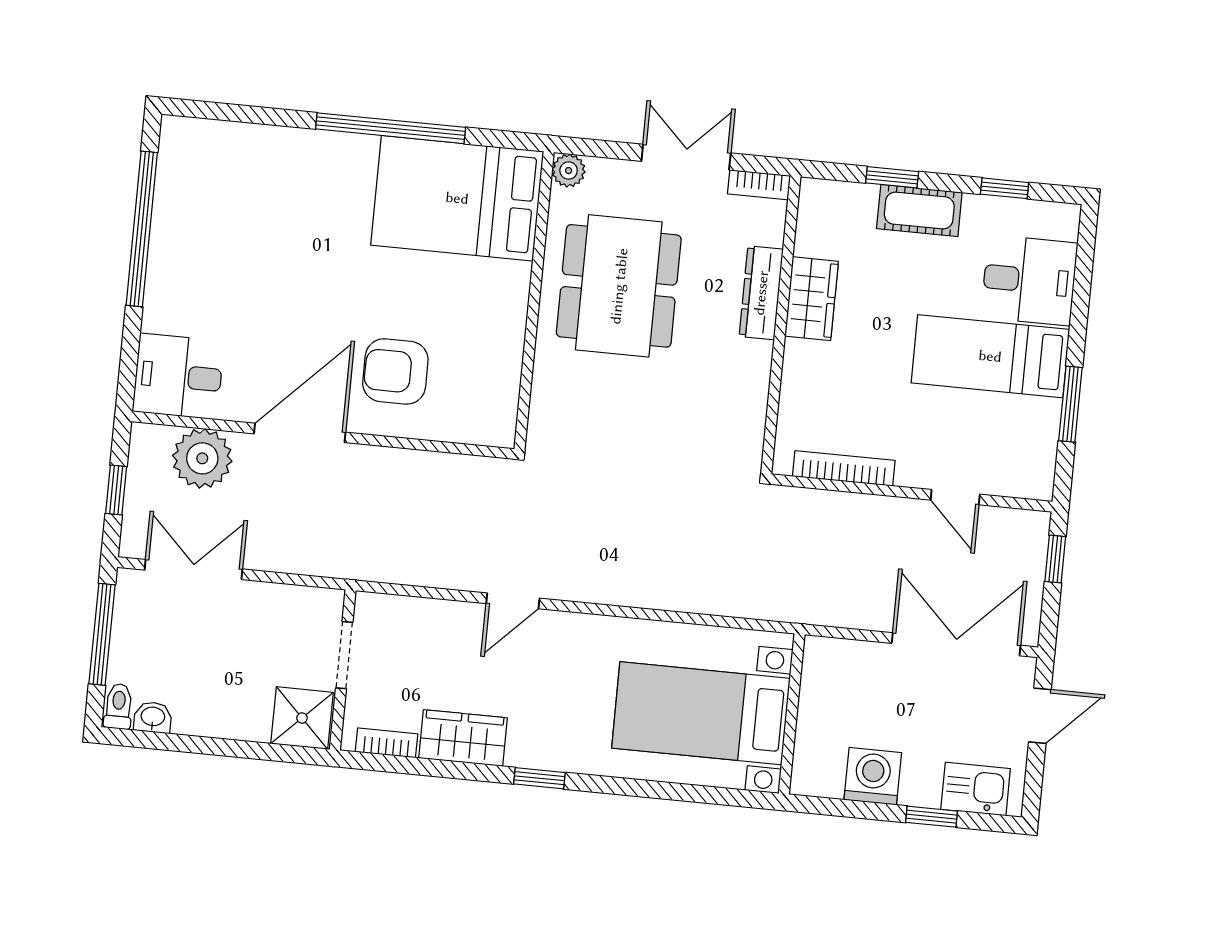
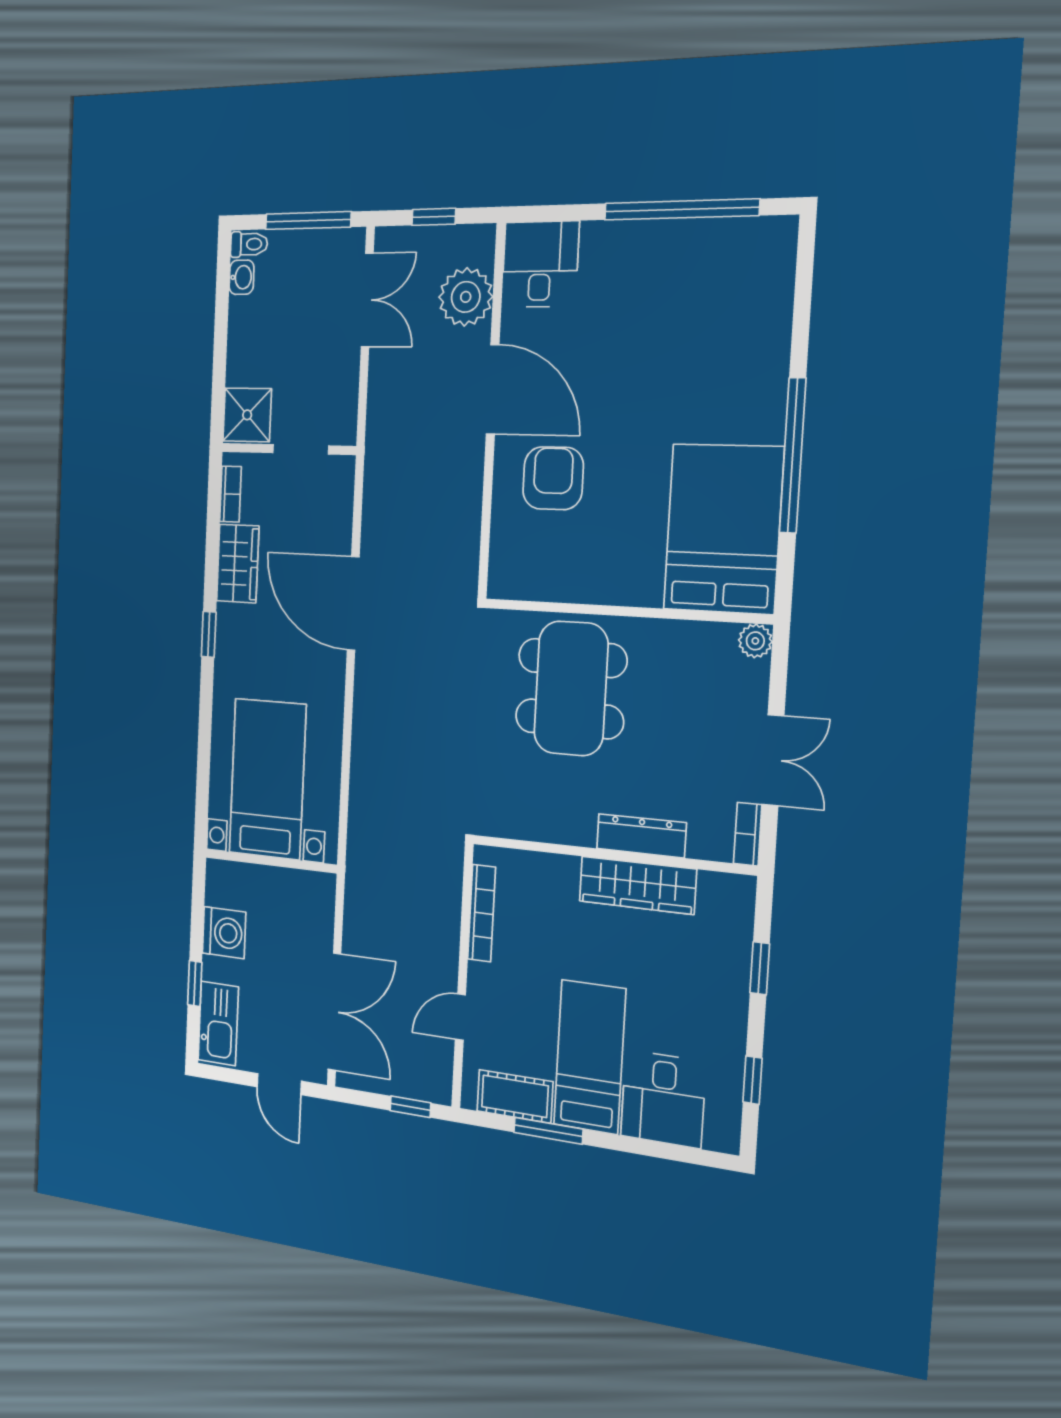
cot: (919, 211) -> (515, 1096), moved, turned 90
dining table: (619, 286) -> (571, 688), moved, turned 90
wardrobe: (812, 299) -> (638, 885), width x1.50
door: (513, 601) -> (353, 603), width x1.88
kitchen sink: (976, 789) -> (218, 1023), width x1.38

